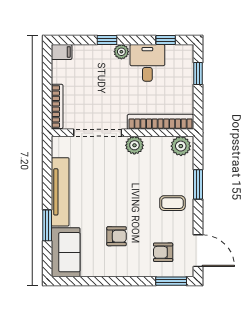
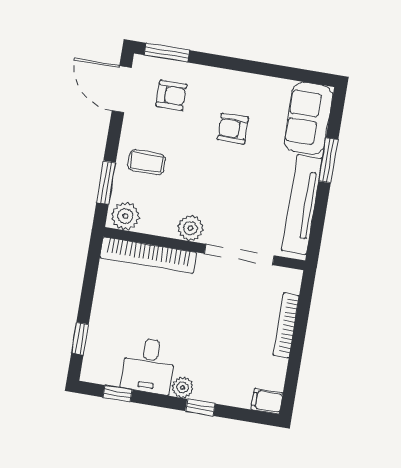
bookcase: (161, 122) -> (148, 255), moved
doorway: (98, 133) -> (239, 254), moved
wall: (123, 133) -> (204, 249), moved
plant: (134, 145) -> (190, 228), moved
plant: (181, 146) -> (125, 216), moved

